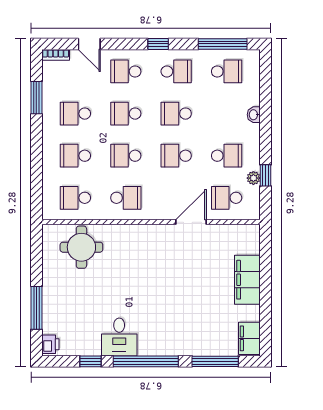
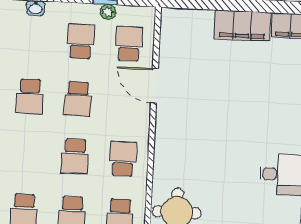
school desk: (126, 114) -> (27, 154), removed
school desk: (227, 198) -> (129, 44), turned 180
filing cabinet: (247, 280) -> (242, 26), moved

